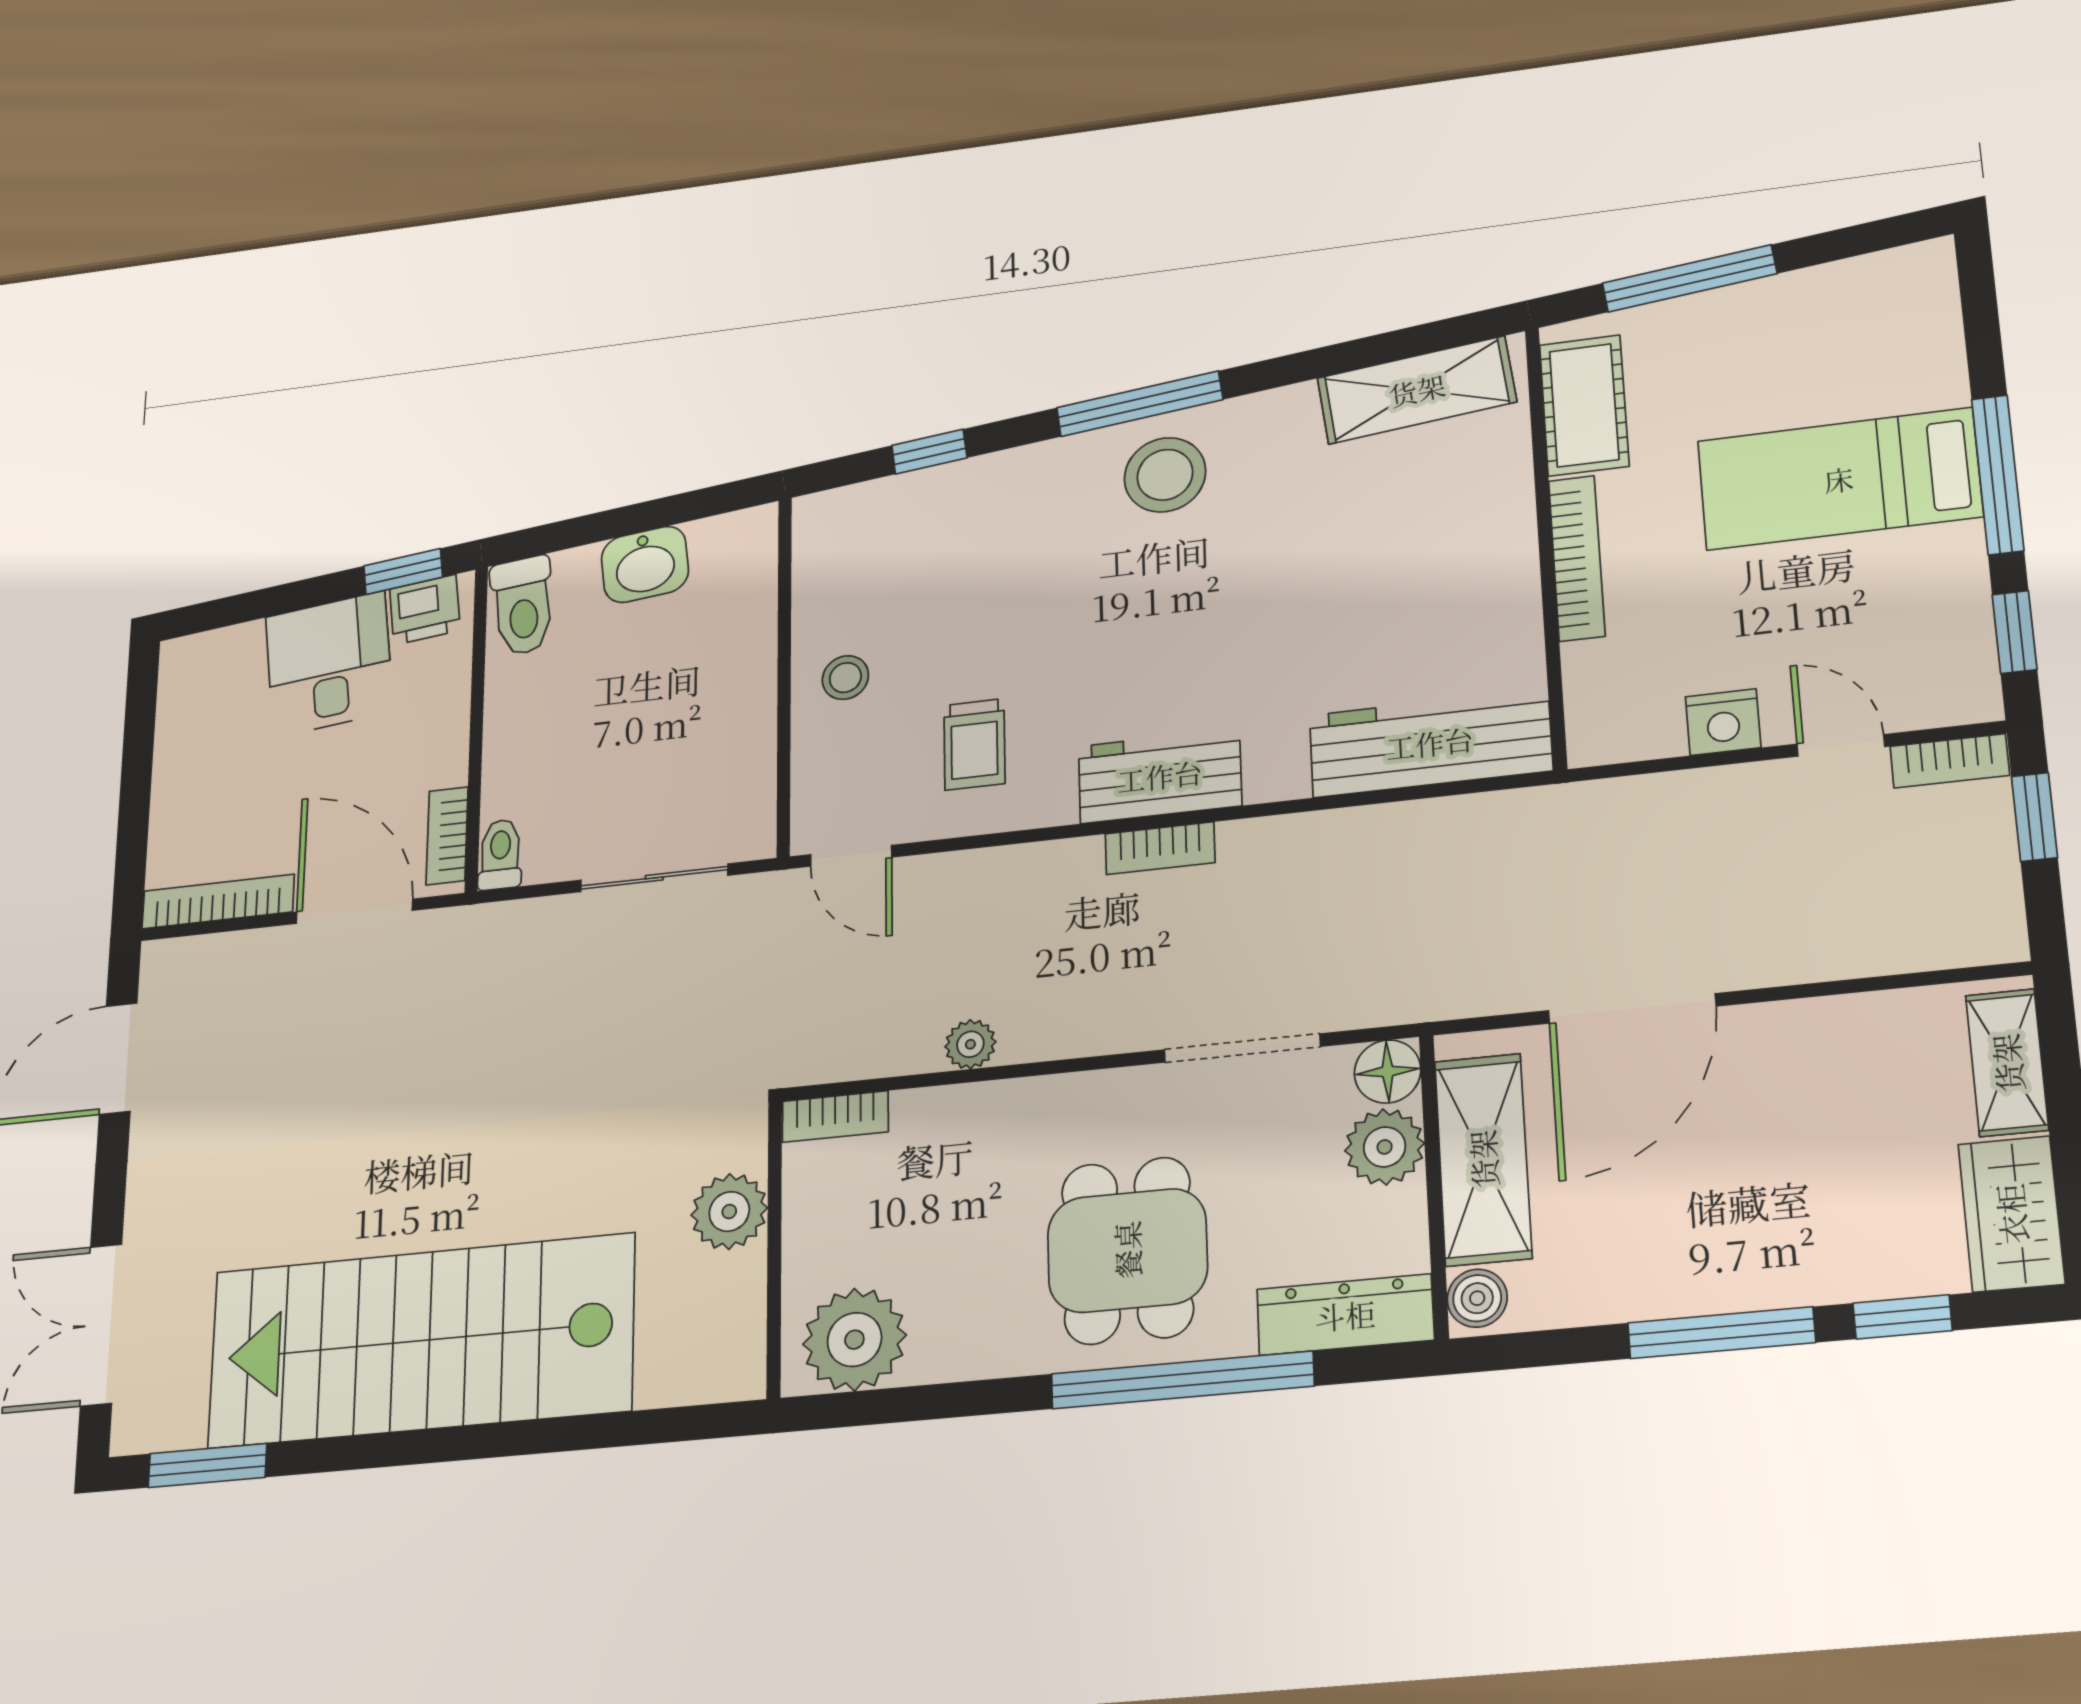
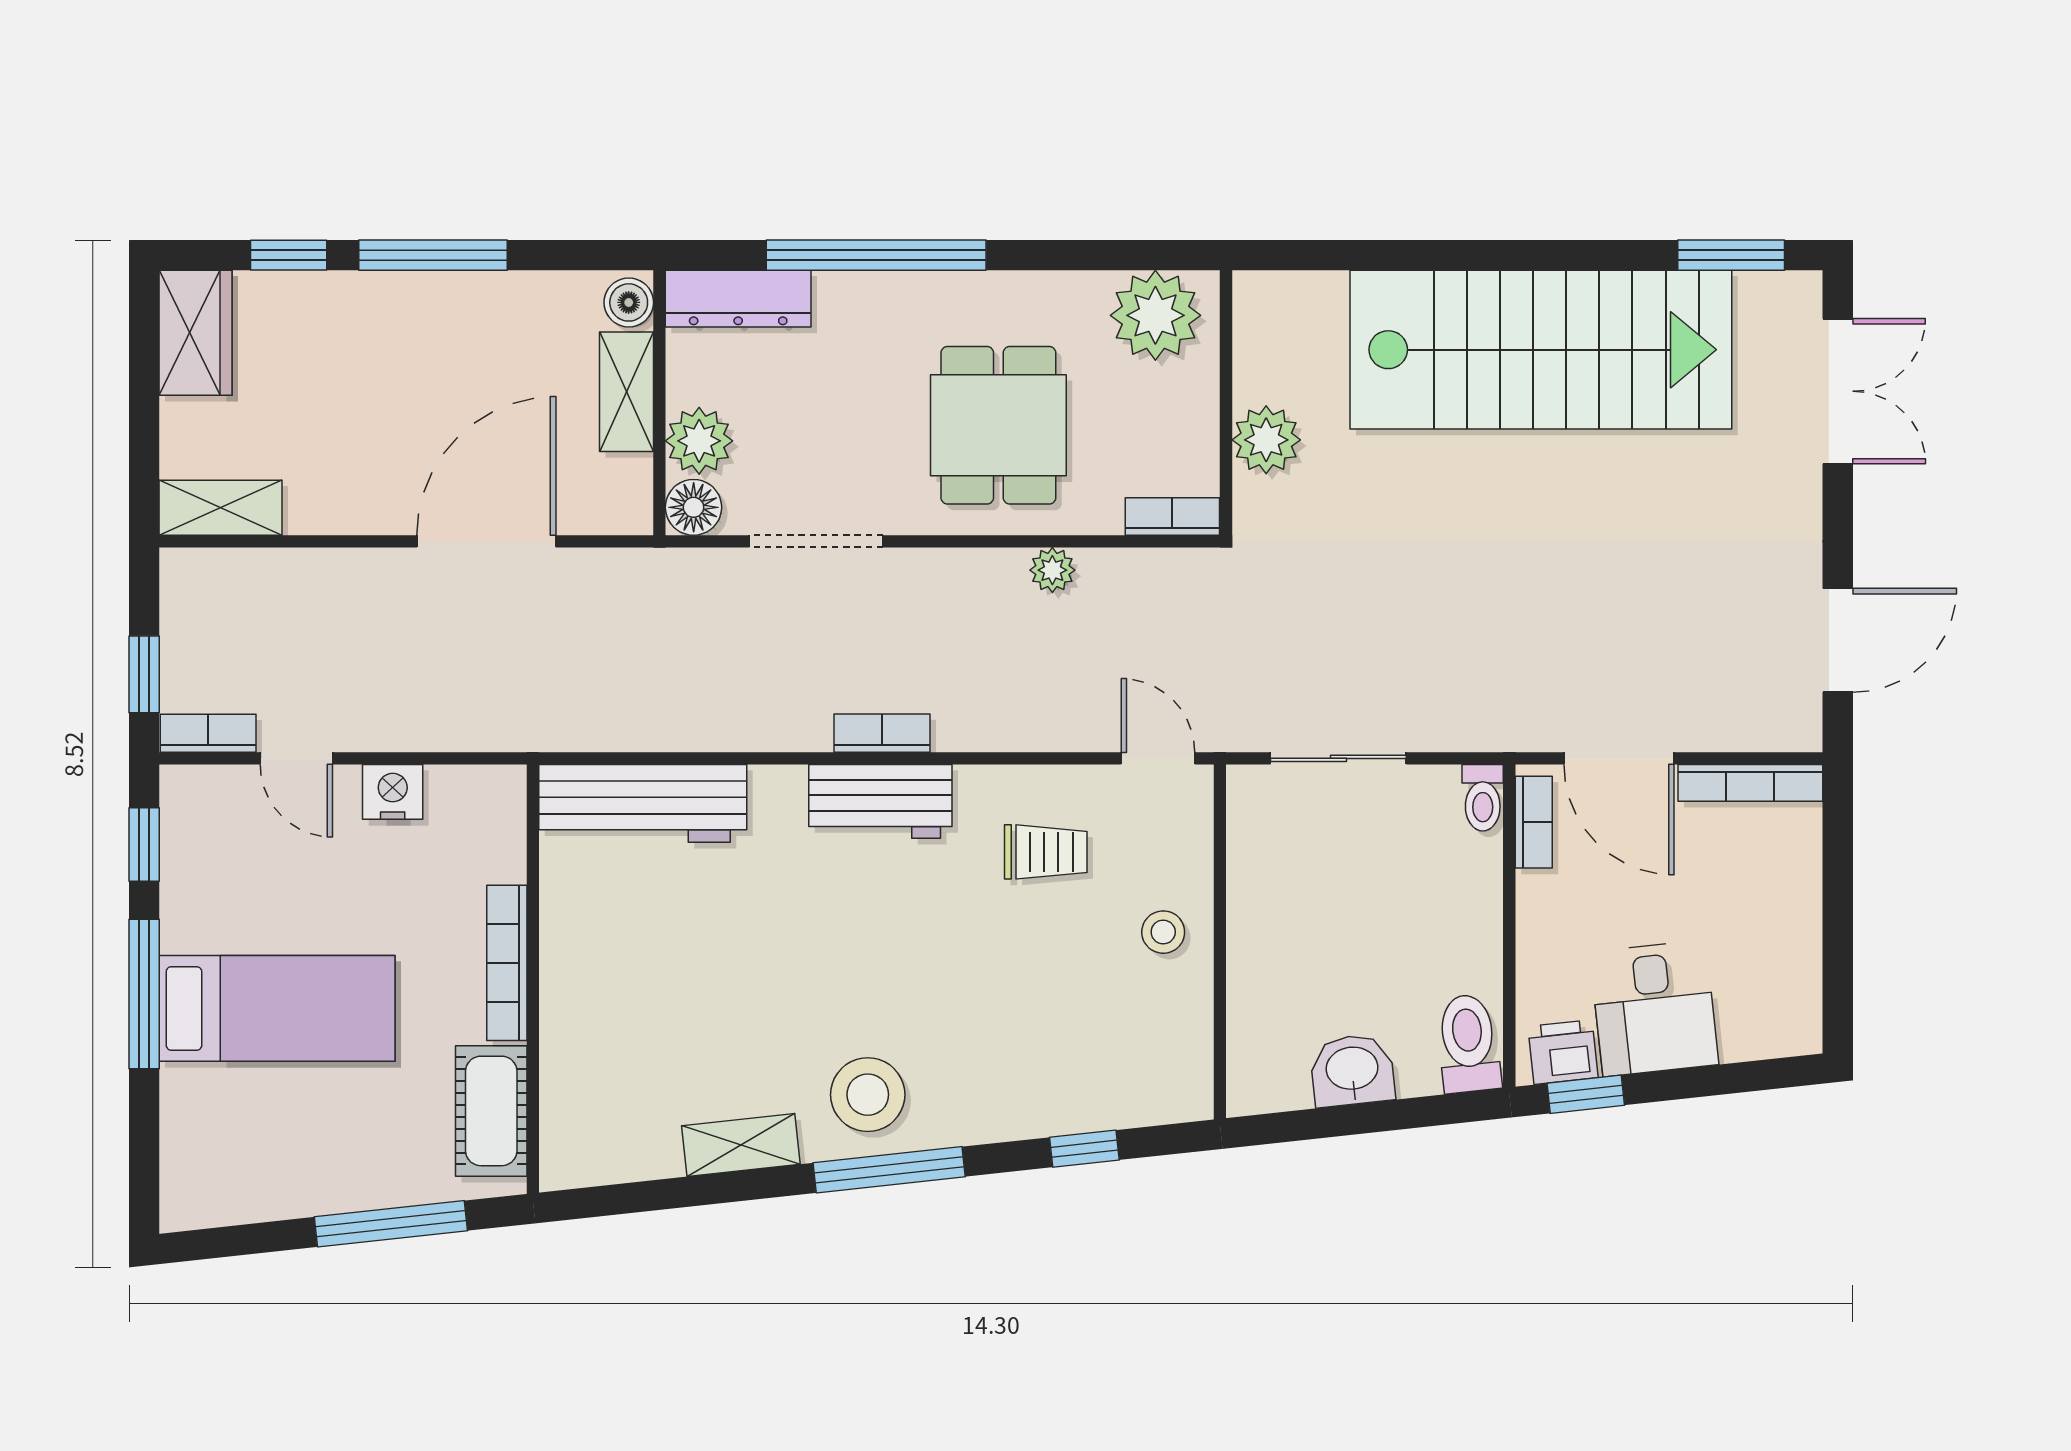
shelving: (1417, 390) -> (741, 1145), moved, width x0.67, depth x0.75
trolley: (974, 744) -> (1046, 852), turned 90
shelving: (2007, 1063) -> (220, 508), moved, turned 90
shelving: (1483, 1159) -> (626, 392), width x0.67, depth x0.75
dining table: (1127, 1250) -> (998, 425), moved

